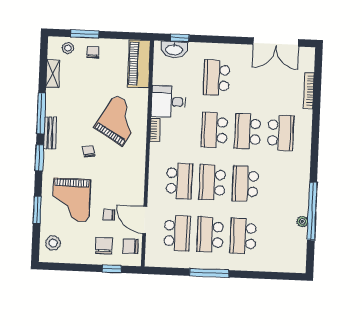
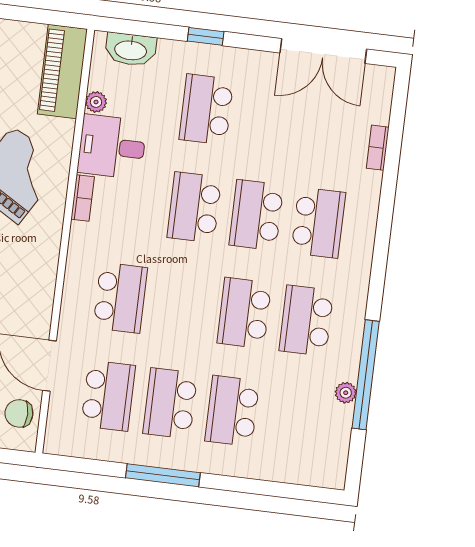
window: (180, 38) -> (206, 36), moved
plant: (158, 79) -> (96, 102), added
bookcase: (309, 91) -> (378, 148), width x0.64
school desk: (212, 182) -> (306, 321), moved

